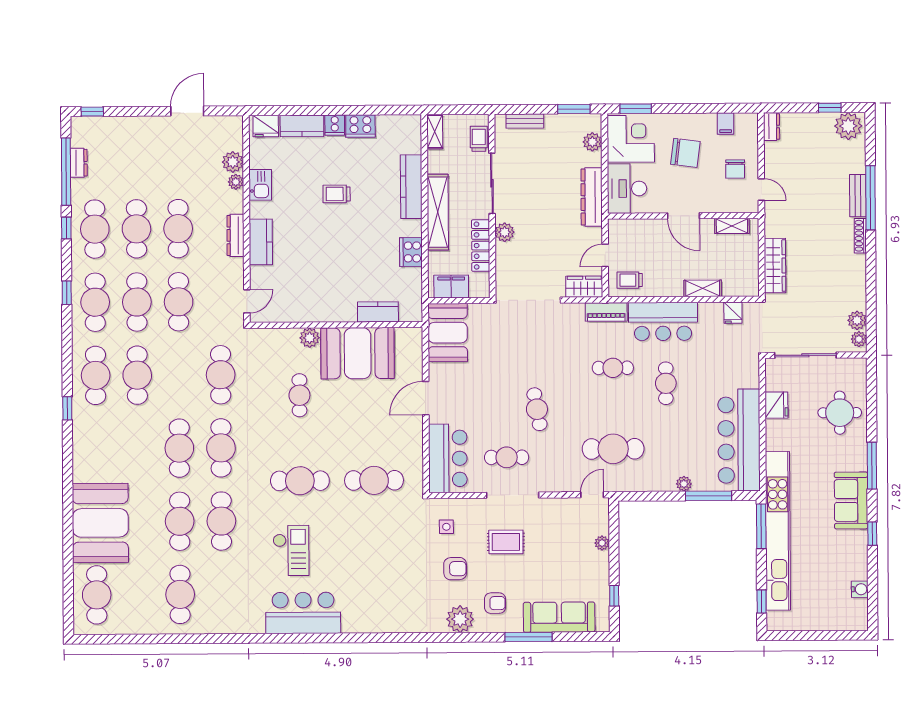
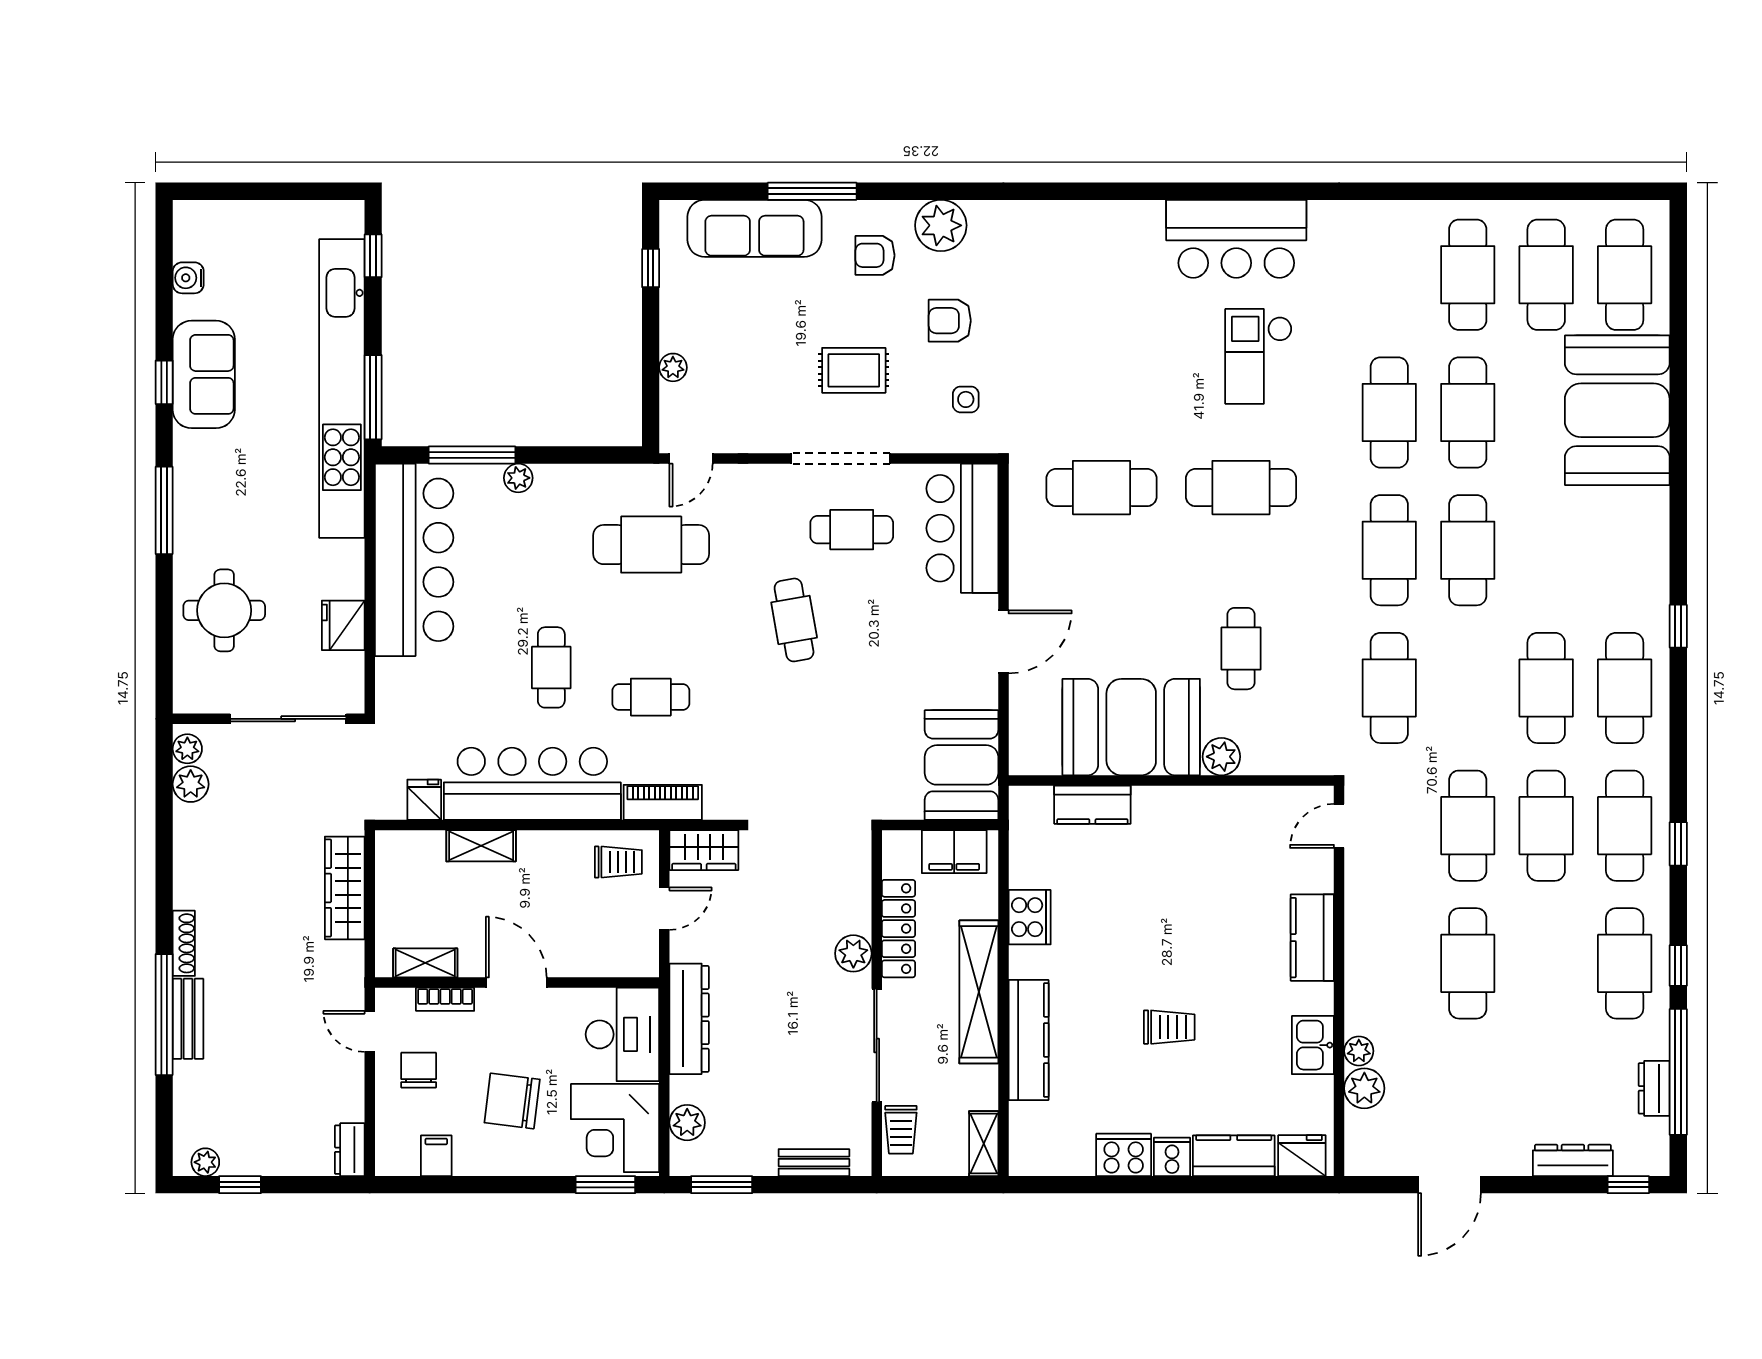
plant: (848, 126) -> (205, 1162), width x0.53, depth x0.53
bookcase: (721, 207) -> (445, 999), added
cafe table: (136, 229) -> (1546, 275), moved
dresser: (235, 235) -> (1573, 1160), moved, turned -90
bar counter: (663, 322) -> (532, 784), width x1.36
sofa: (851, 500) -> (204, 374), moved

